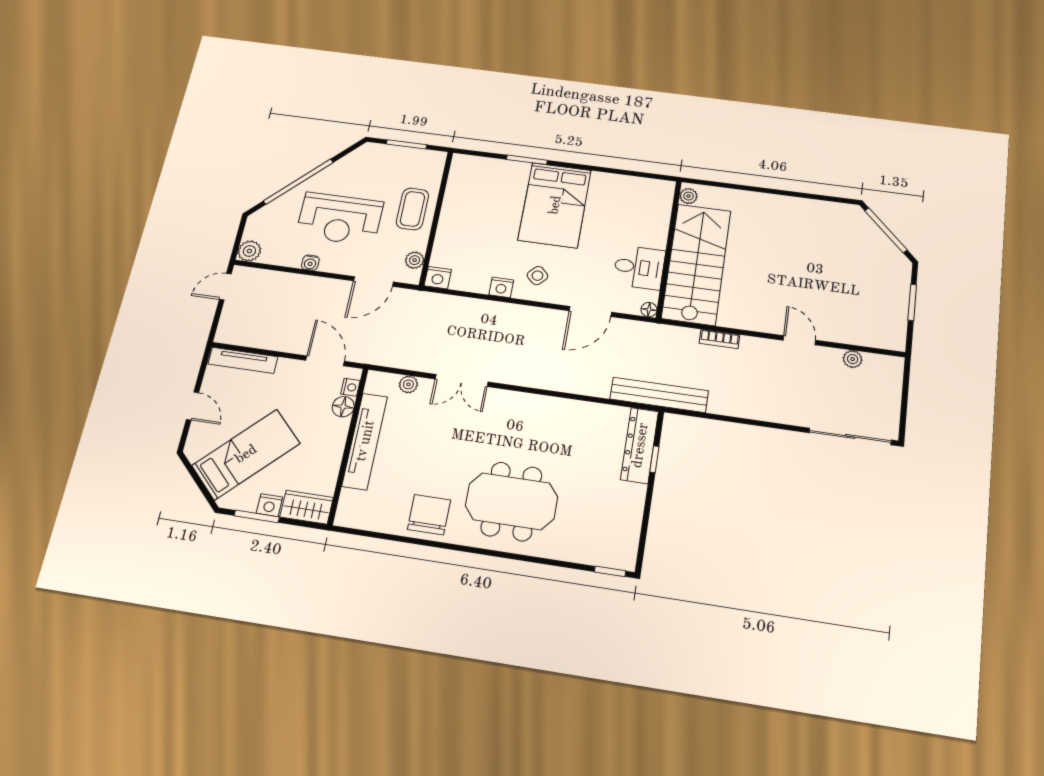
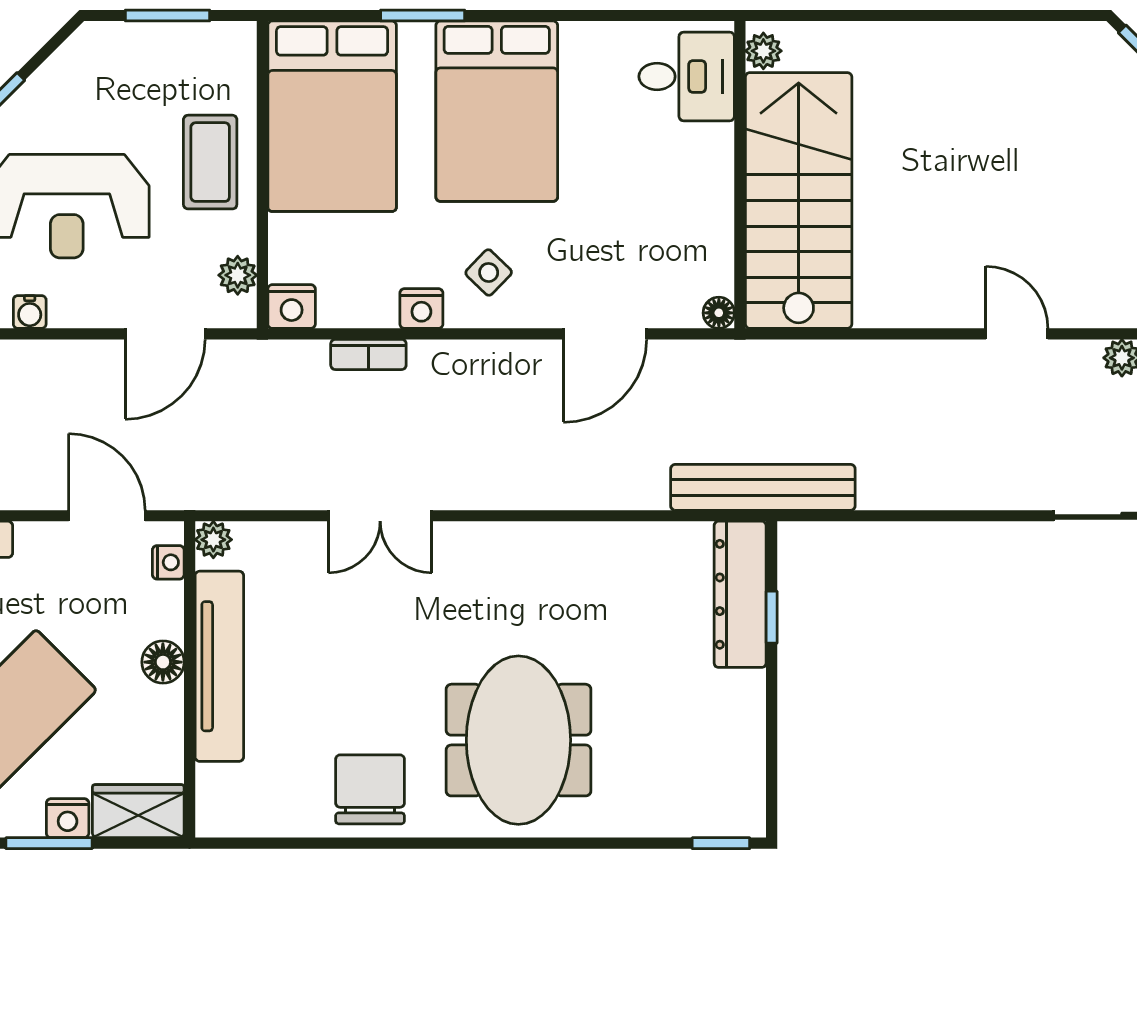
bed: (475, 197) -> (332, 116), added
desk: (639, 267) -> (687, 76), moved
bookcase: (719, 339) -> (368, 354), moved
plant: (408, 384) -> (213, 540), moved
floor lamp: (343, 407) -> (163, 662), moved
meeting table: (511, 501) -> (518, 740), turned 90

